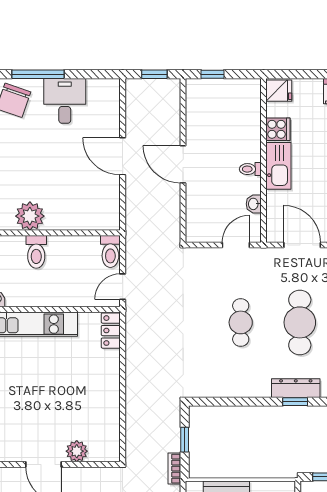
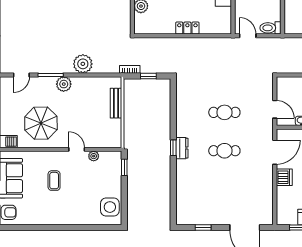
cafe table: (300, 322) -> (224, 151), width x0.73, depth x0.74
locker: (111, 331) -> (187, 28), moved
dresser: (296, 388) -> (182, 148), width x0.70

